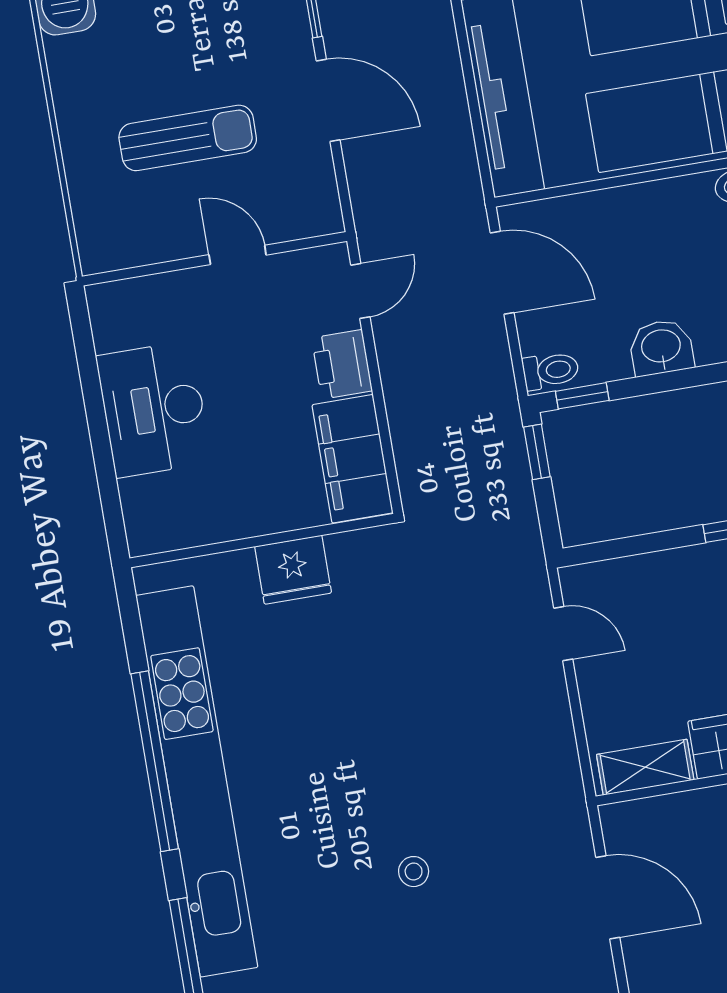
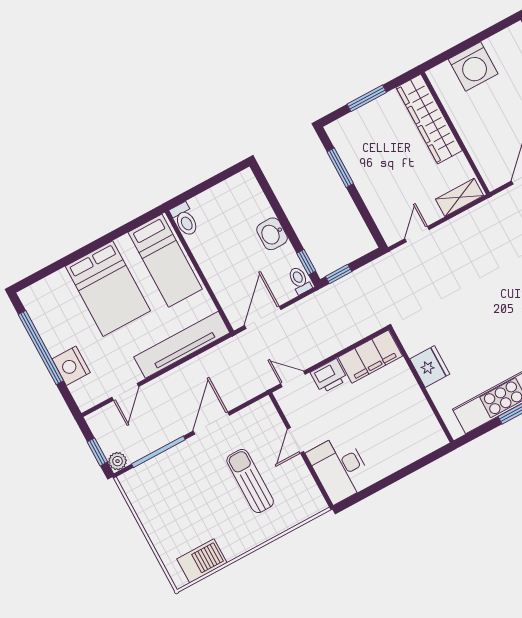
desk: (154, 409) -> (340, 468), moved, turned 90
shelving: (645, 767) -> (460, 197), moved, turned 90

